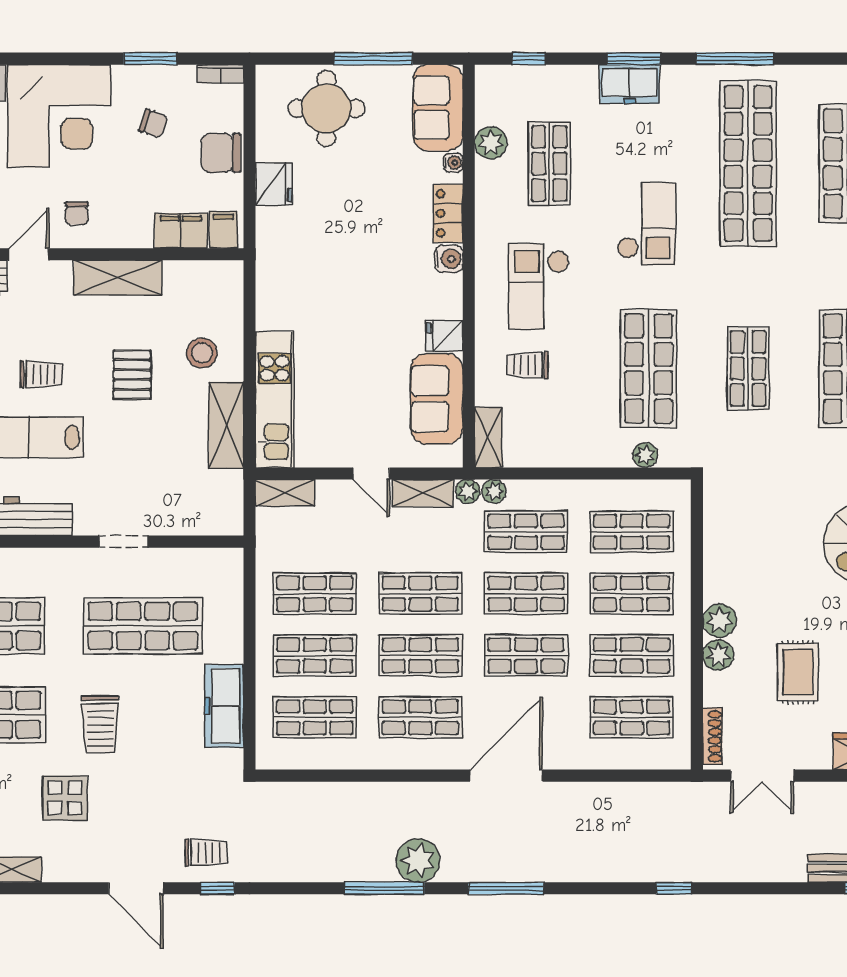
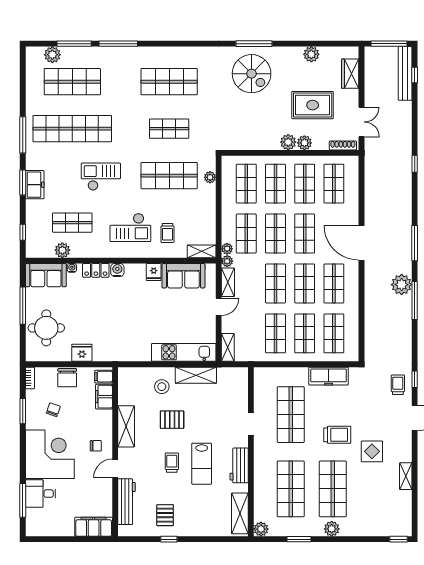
door: (29, 254) -> (115, 468), hinge flipped
rug: (798, 672) -> (313, 105), width x1.36, depth x1.43

